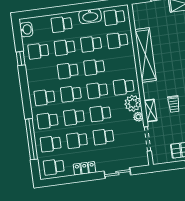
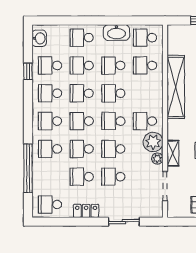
school desk: (51, 144) -> (50, 93), moved

